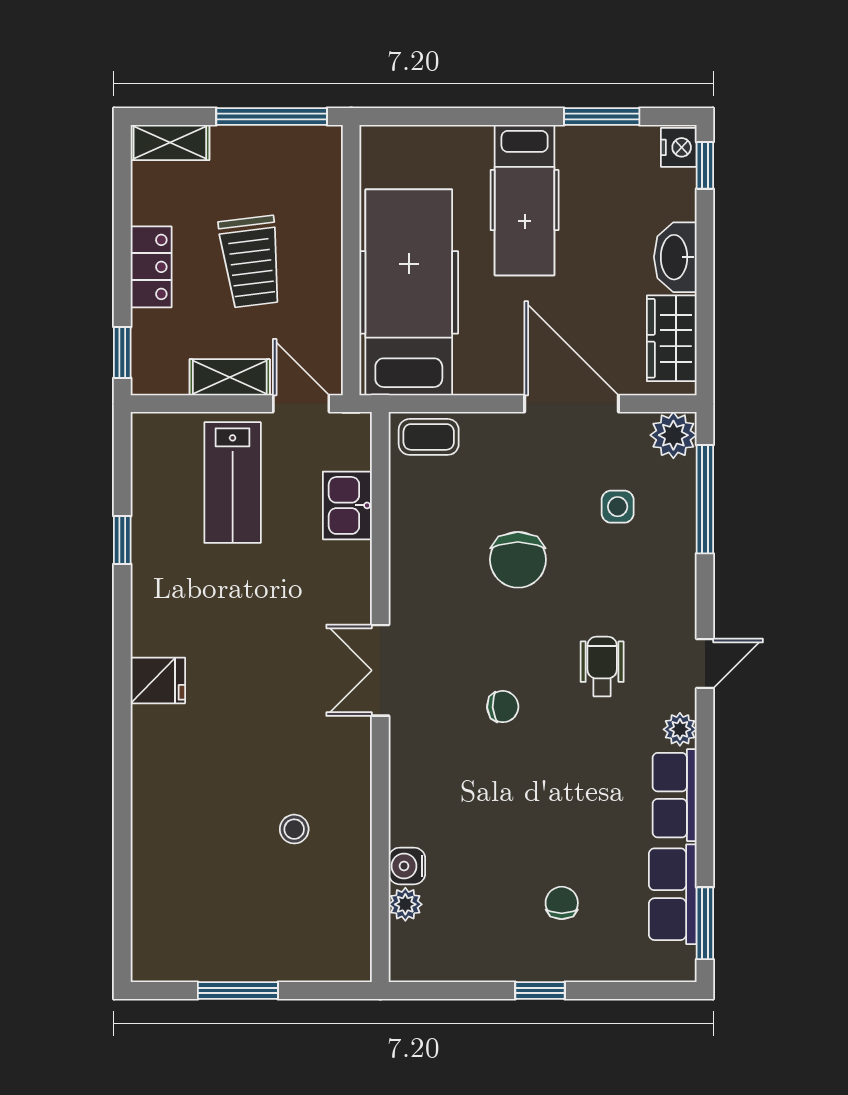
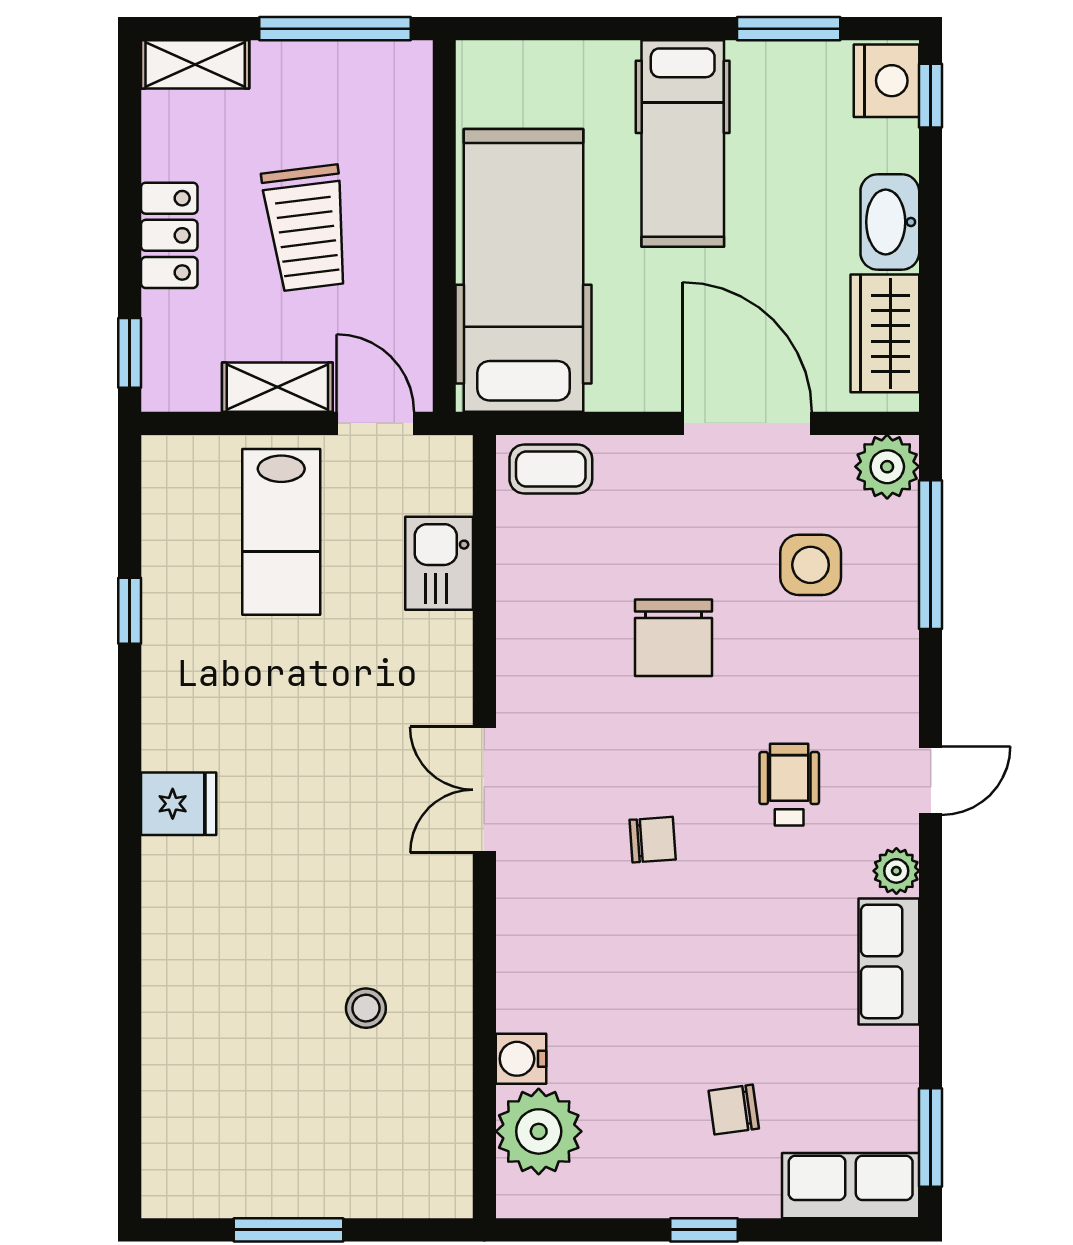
nightstand: (679, 147) -> (887, 81), width x1.36, depth x1.33
side table: (618, 507) -> (811, 565), width x1.37, depth x1.37
row of seats: (673, 894) -> (851, 1186), moved, turned 90
chair: (562, 903) -> (734, 1110), turned -98
plant: (405, 904) -> (539, 1131), width x1.88, depth x1.88

